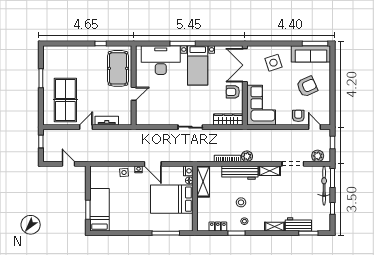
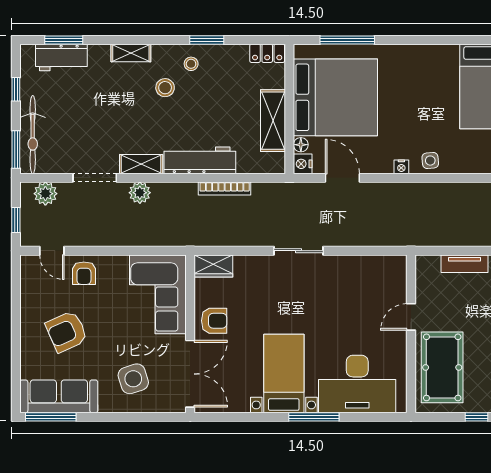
wardrobe: (228, 119) -> (213, 266), width x0.67
plant: (247, 156) -> (140, 193), moved
door: (153, 164) -> (342, 178), moved
shelving: (203, 181) -> (273, 121), moved
bed: (172, 199) -> (335, 97), width x1.36
stool: (241, 202) -> (165, 88), moved
workbench: (298, 224) -> (61, 57), moved
locker: (218, 226) -> (267, 53), moved

